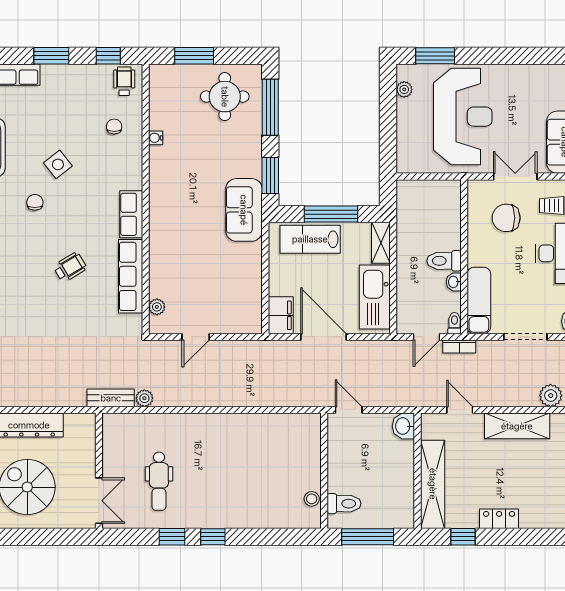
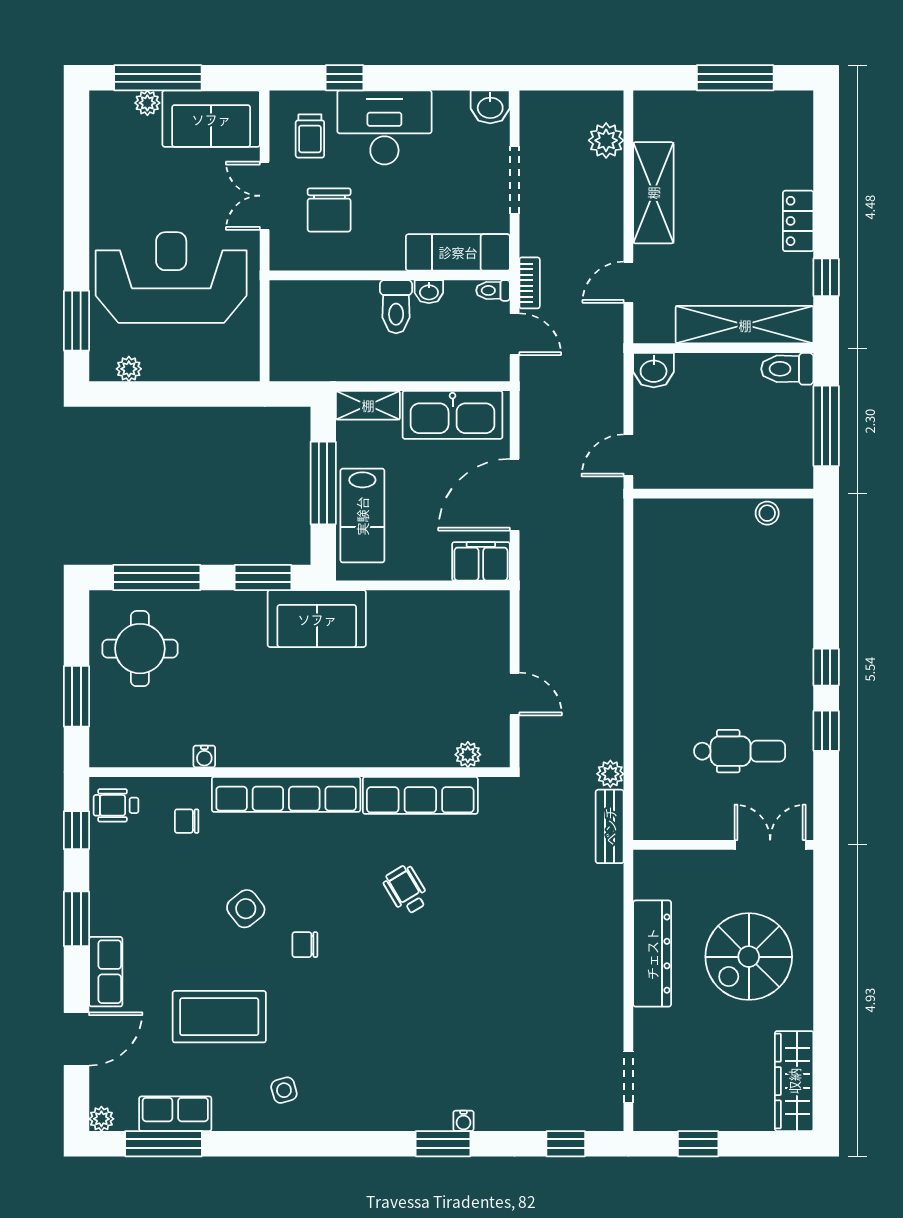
row of seats: (131, 214) -> (286, 794), width x2.02
toilet: (344, 504) -> (787, 369), moved, turned -90

